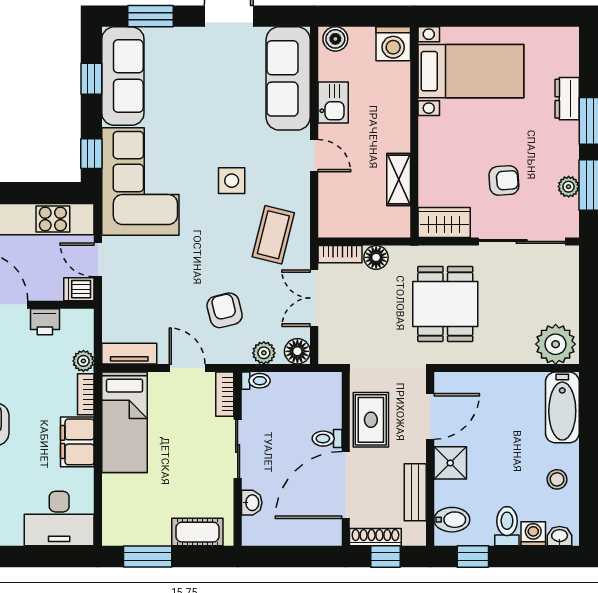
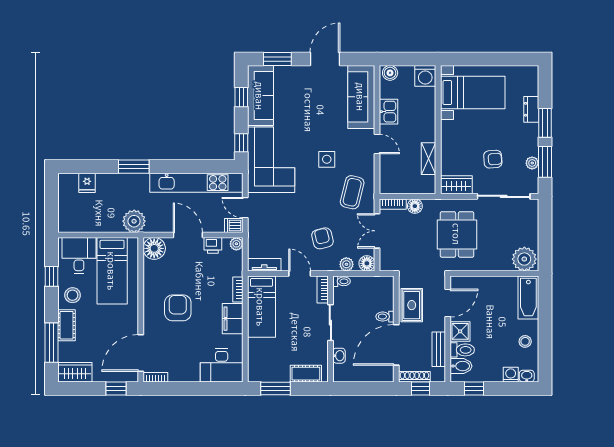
plant: (83, 361) -> (236, 244), moved
toilet: (507, 526) -> (462, 350), moved, turned 90

